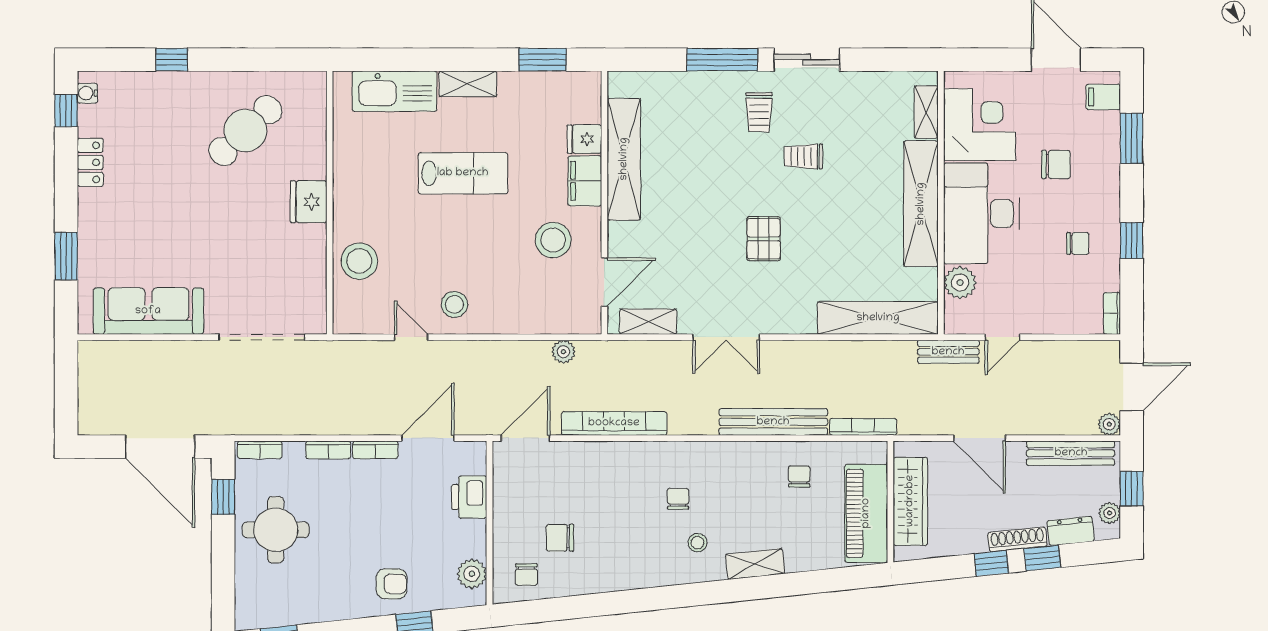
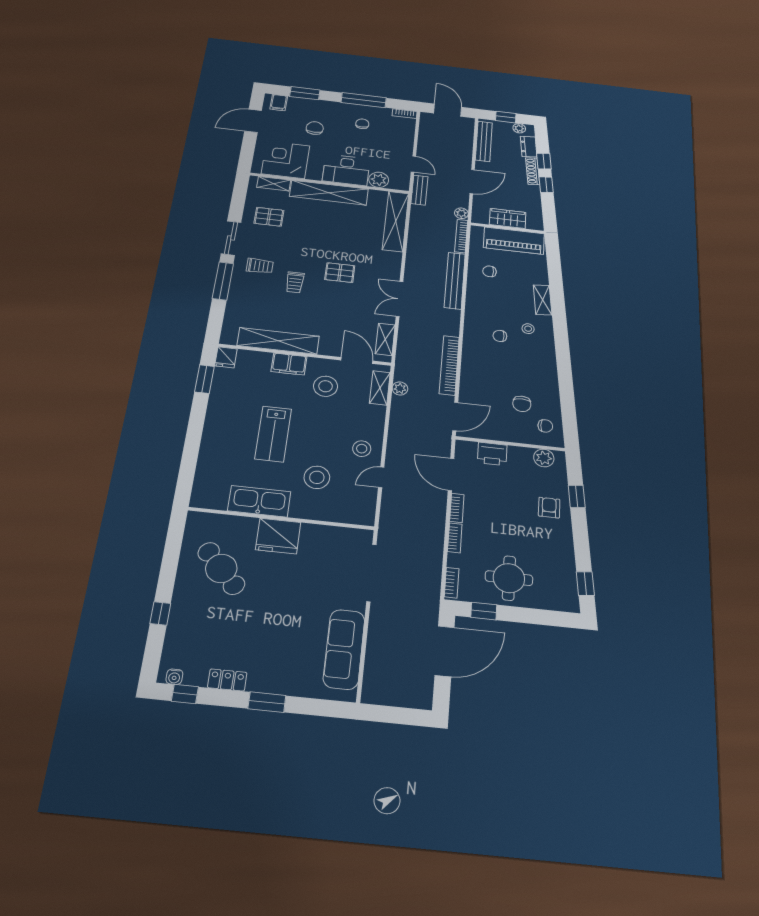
shelving: (468, 84) -> (380, 388), moved
kitchen sink: (394, 91) -> (259, 501), moved, turned -90
pallet: (858, 113) -> (269, 217), added
fridge: (584, 139) -> (226, 357), moved
trolley: (804, 156) -> (295, 282), moved
lab bench: (463, 173) -> (273, 434), turned 180
fridge: (309, 202) -> (278, 536), width x1.36, depth x1.34
desk: (982, 213) -> (346, 170), width x0.73, depth x0.77
window: (1132, 241) -> (364, 100), width x2.17
window: (66, 256) -> (267, 702), moved
stool: (359, 261) -> (317, 477), moved
double door: (726, 337) -> (400, 299), swing flipped
plant: (1109, 424) -> (461, 213), moved
door: (526, 438) -> (455, 417), swing flipped
wardrobe: (910, 501) -> (508, 218), width x0.67

